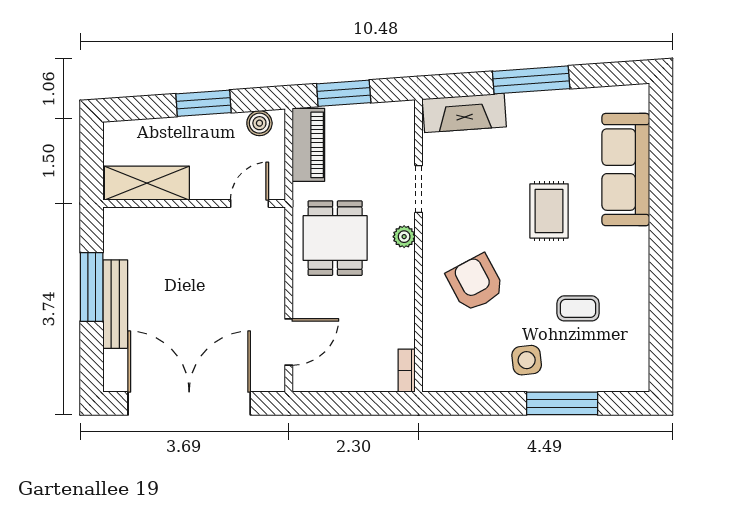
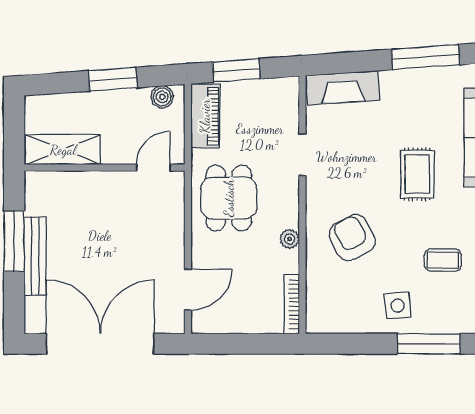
window: (531, 80) -> (425, 57), moved
plant: (404, 237) -> (290, 239), moved
bookcase: (407, 371) -> (292, 304), width x1.56

